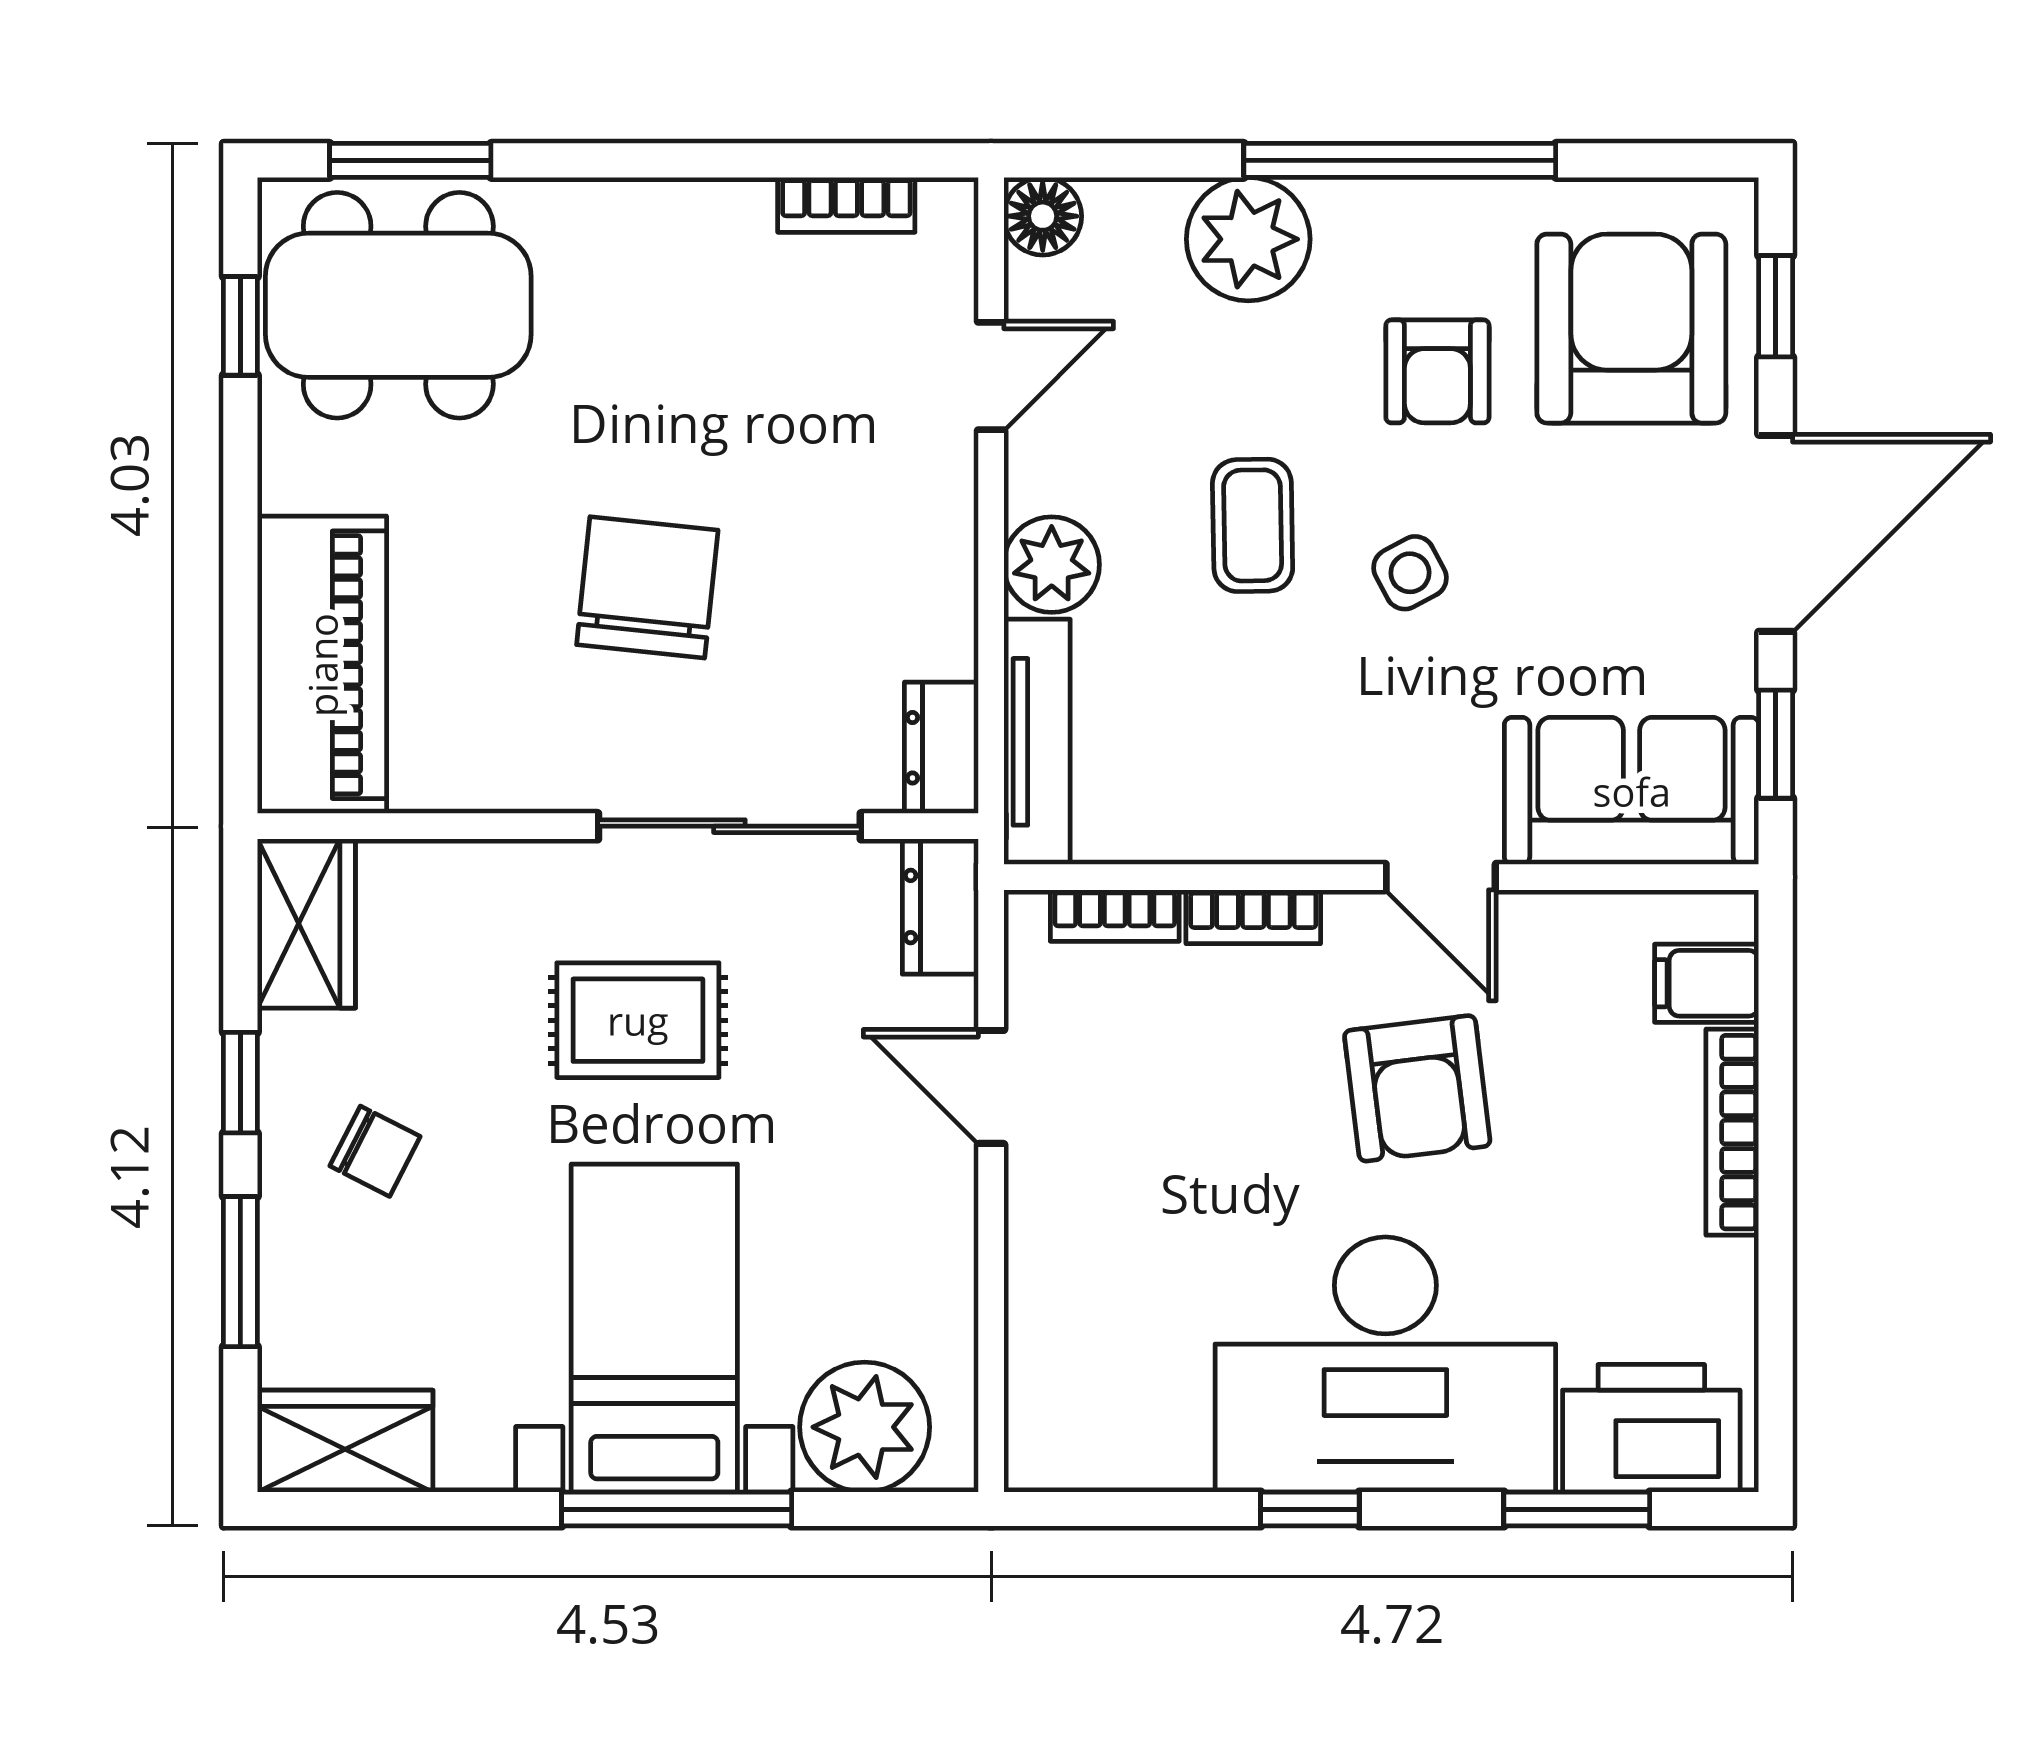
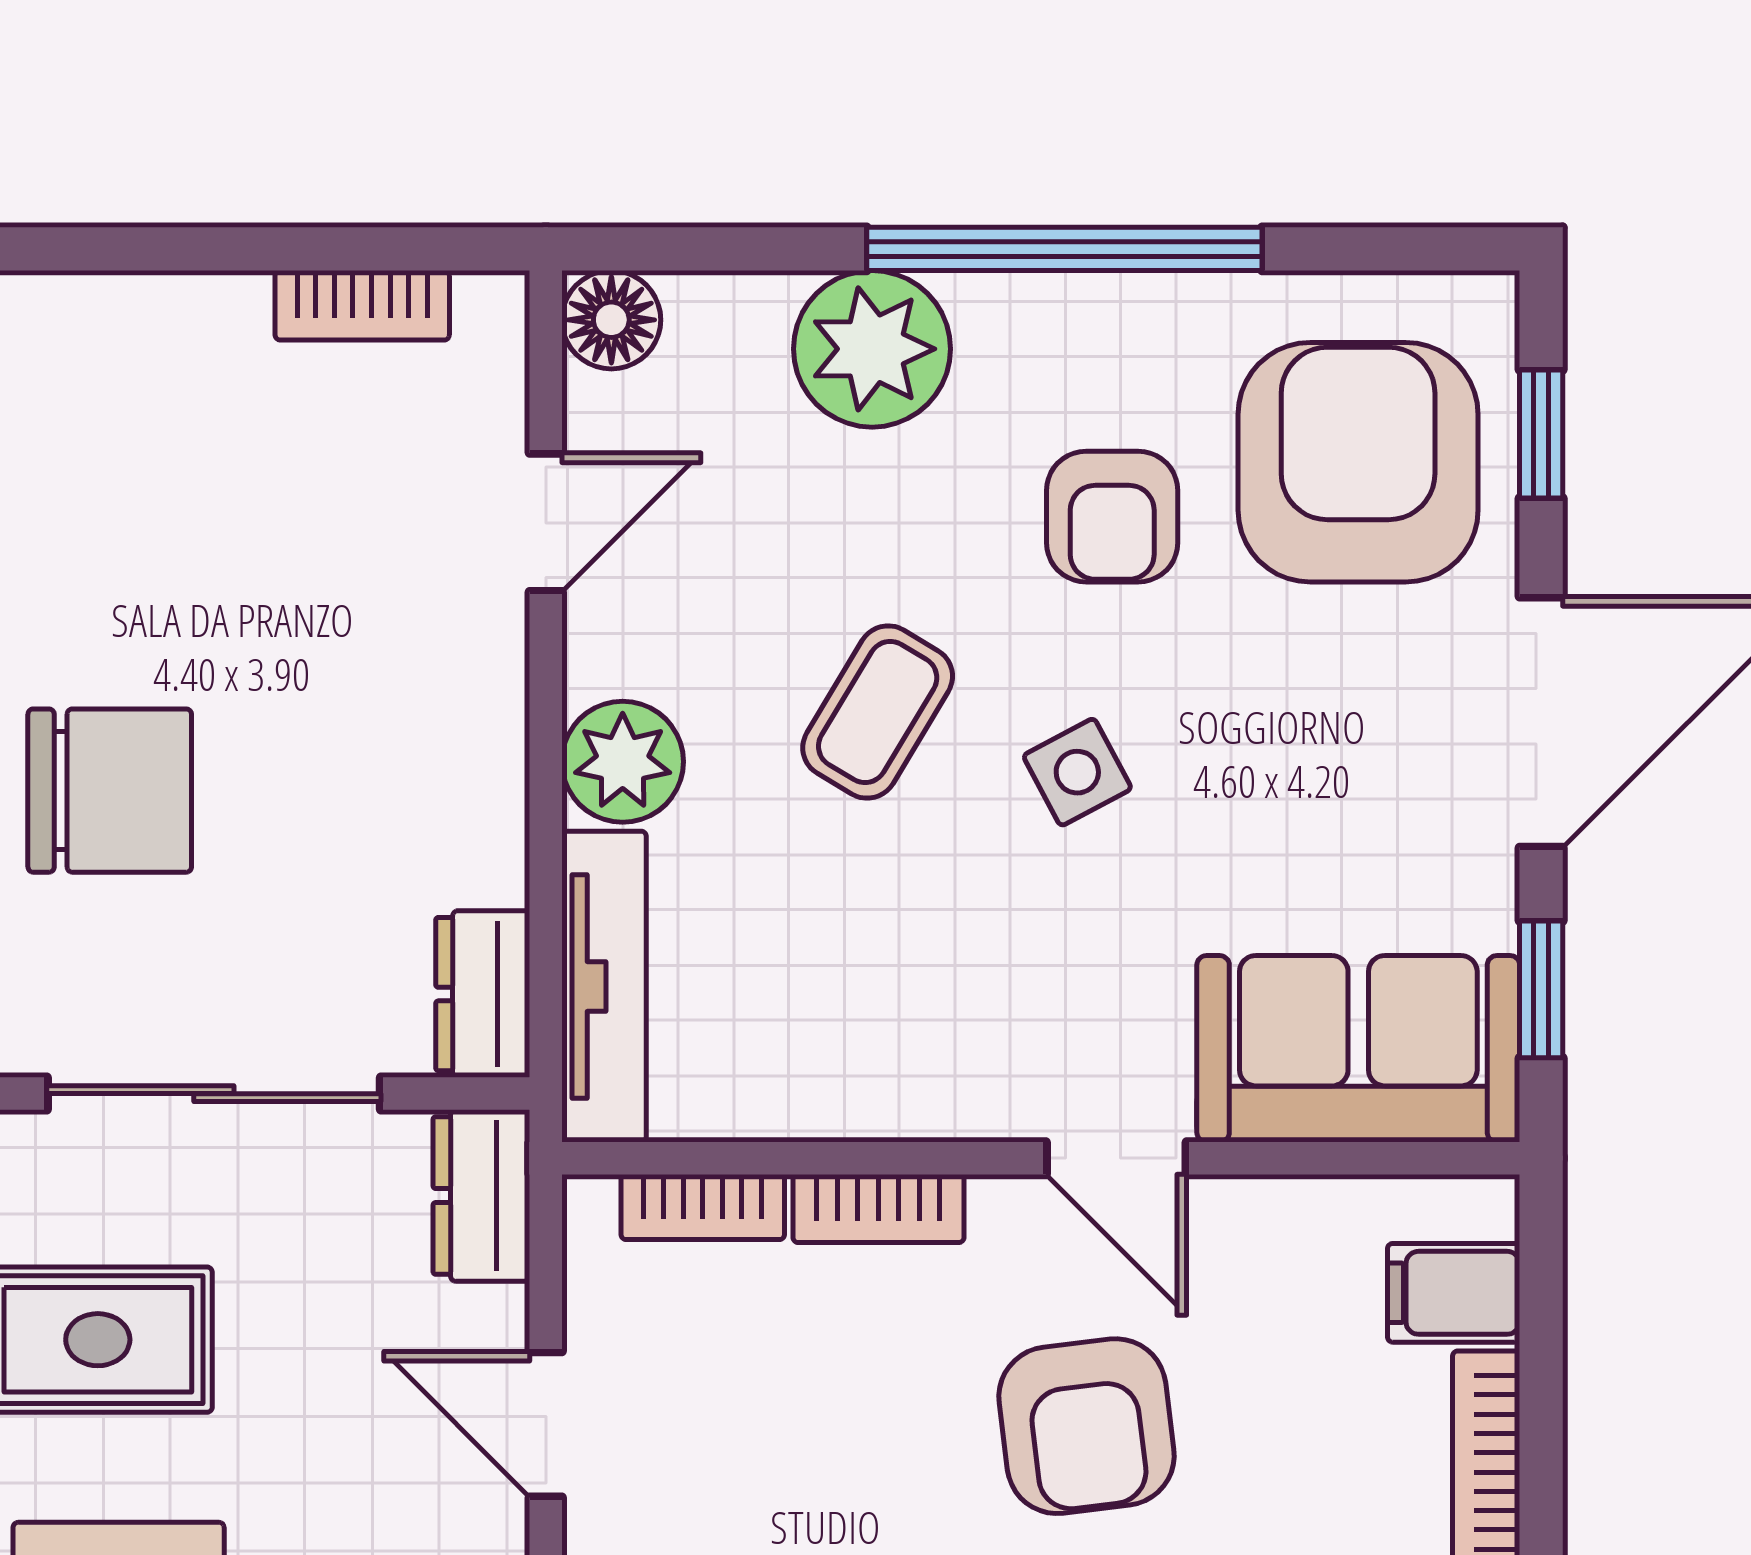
coffee table: (1253, 525) -> (878, 712), turned 32
chair: (647, 587) -> (110, 791), turned 84

